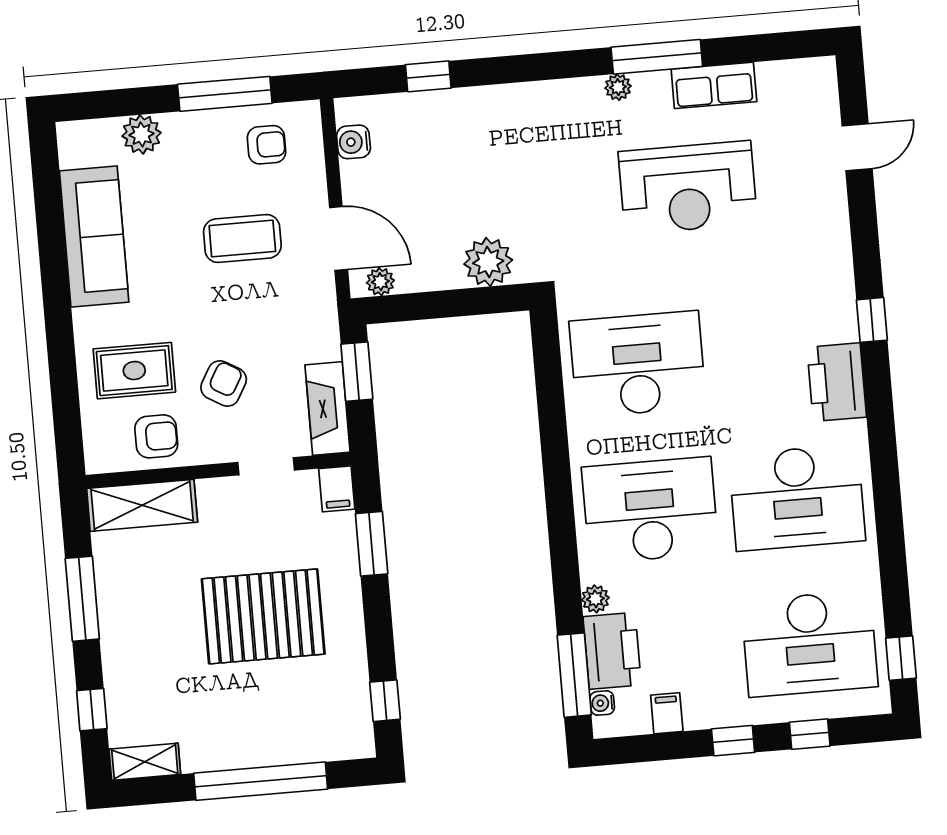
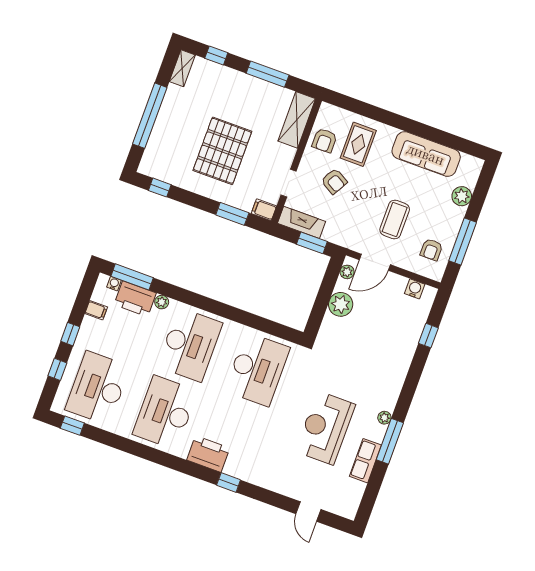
plant: (488, 262) -> (341, 304), moved

